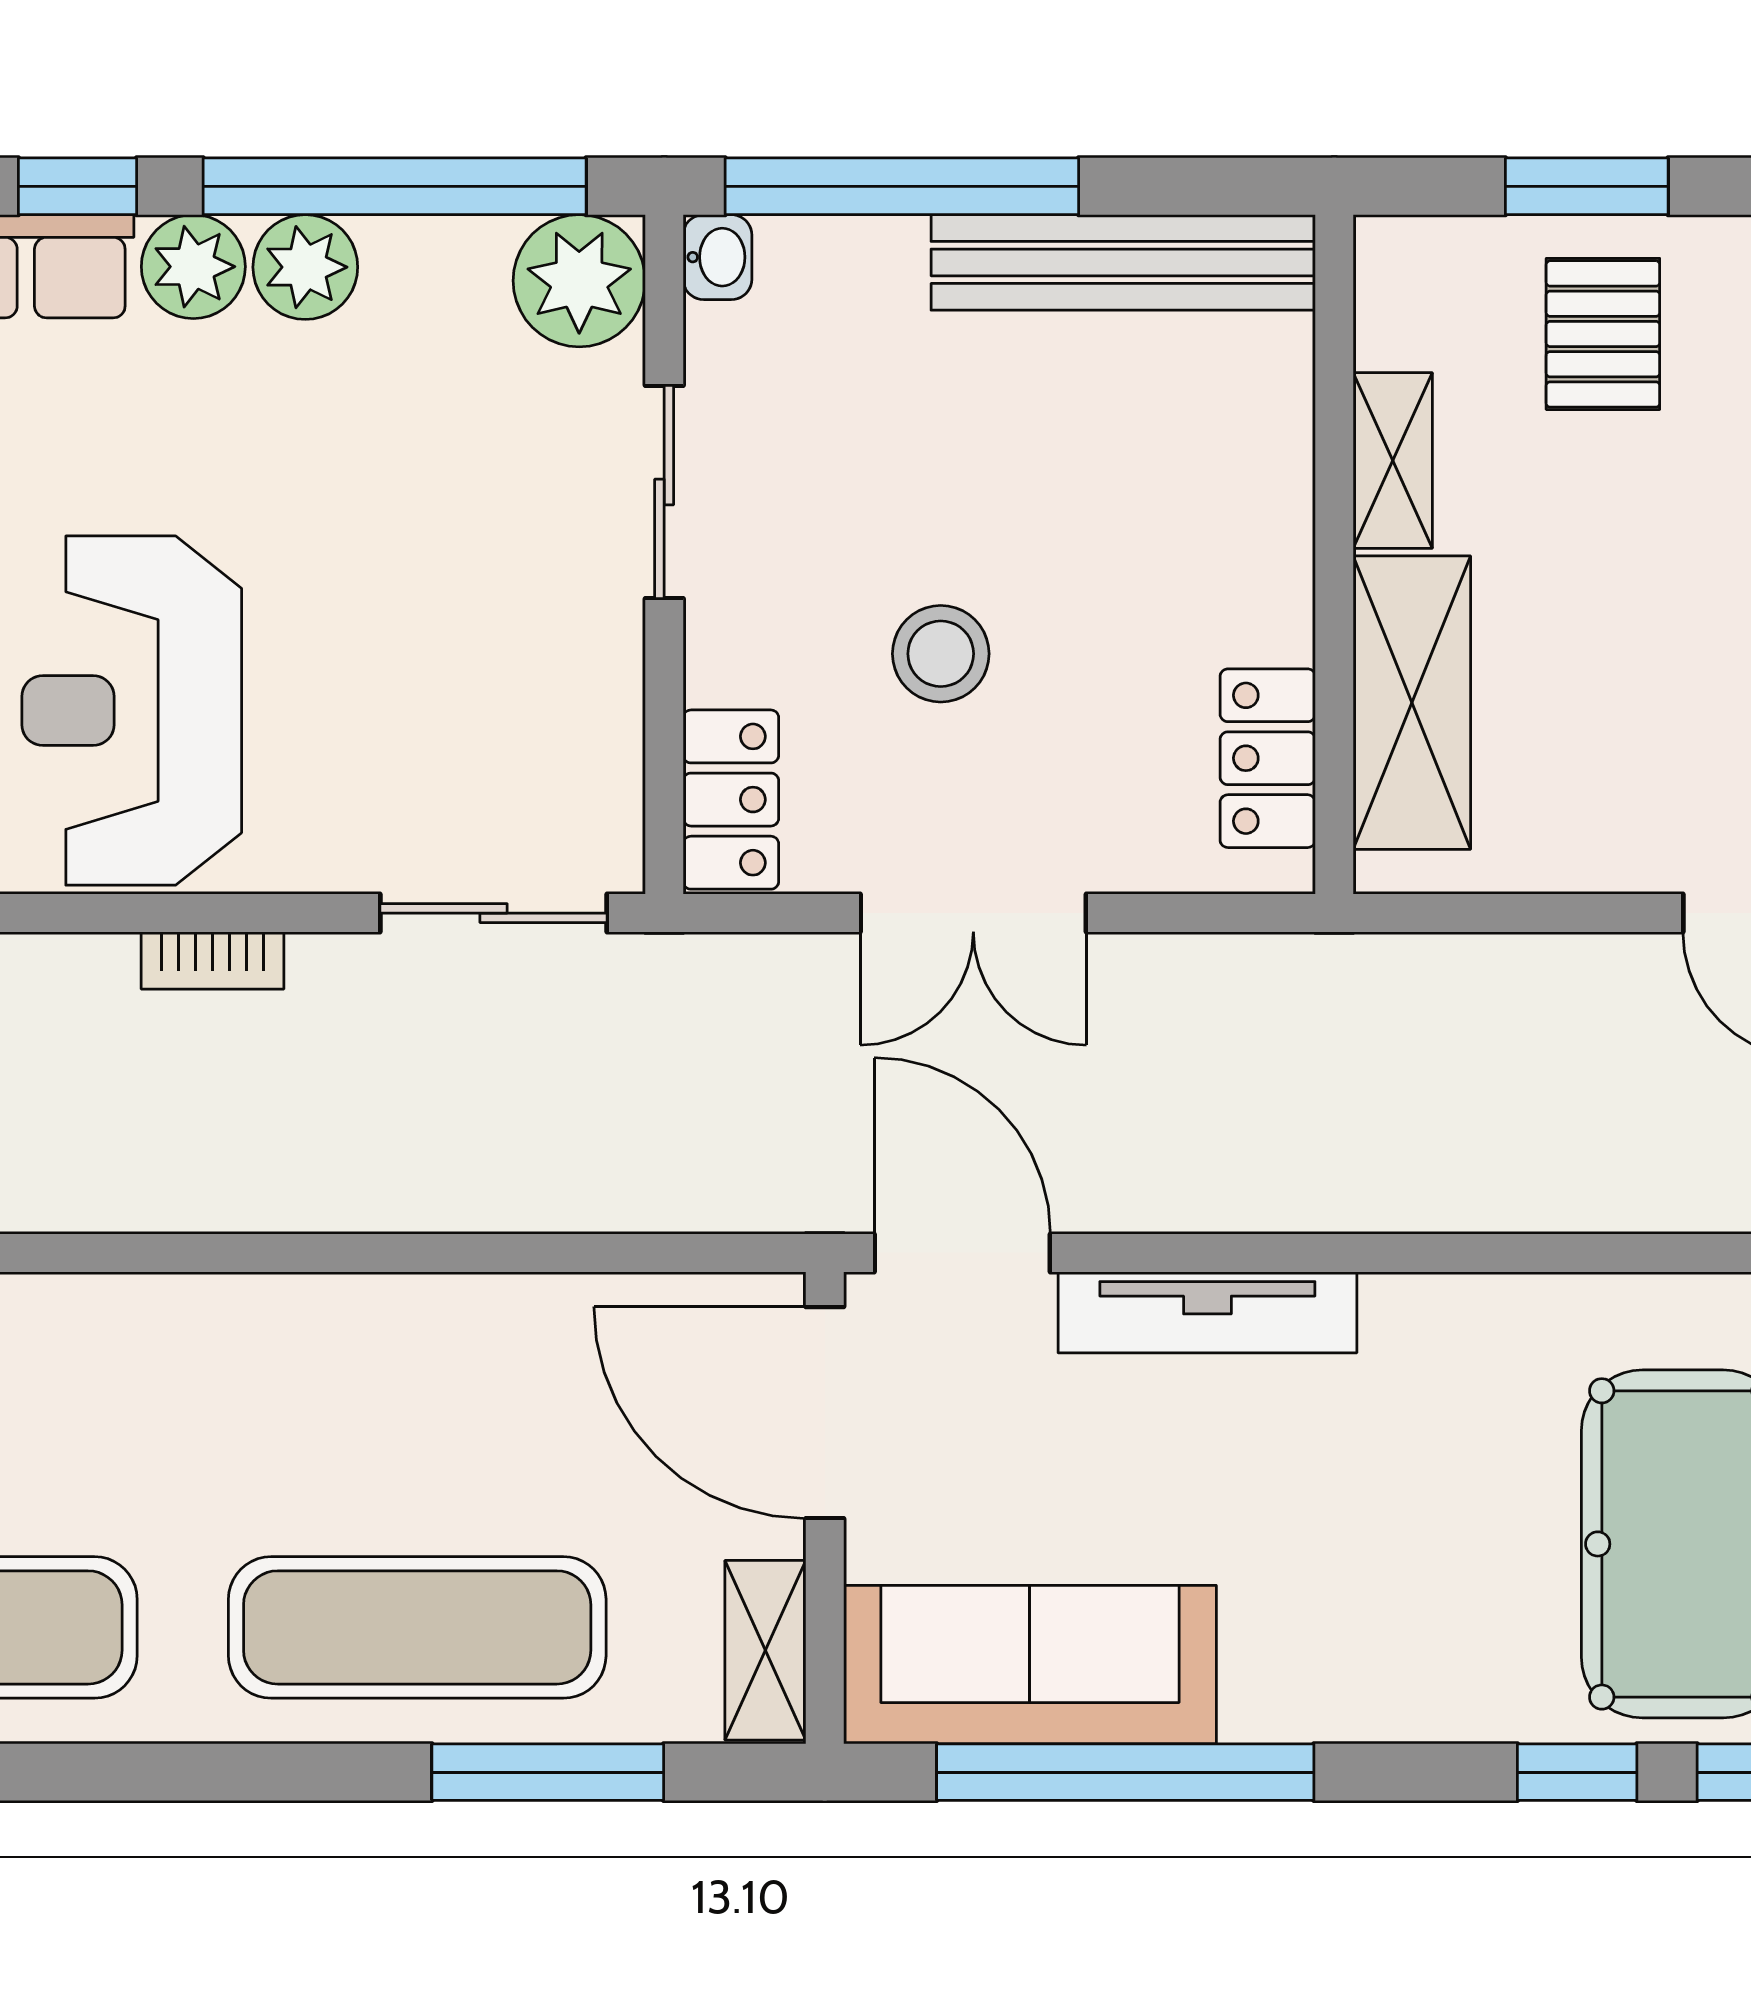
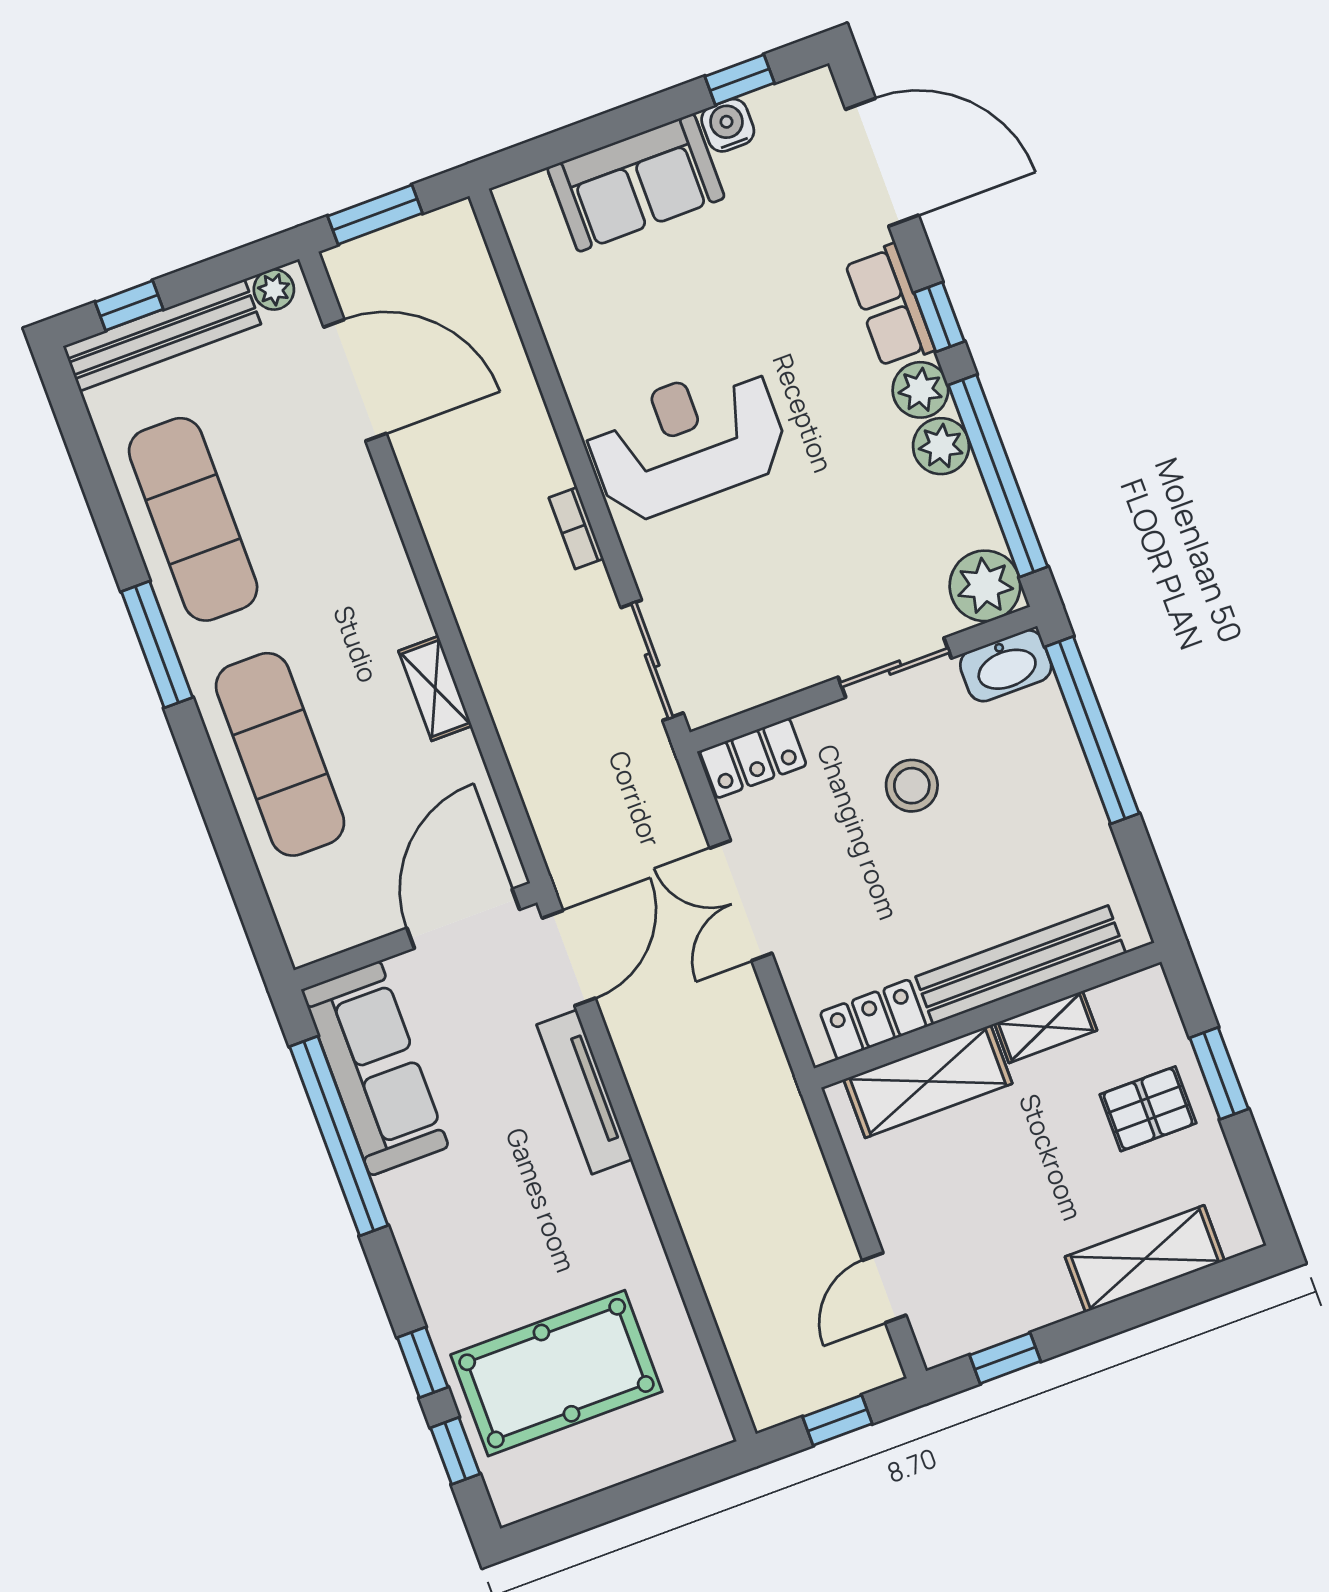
washbasin: (717, 257) -> (1006, 666), width x1.91, depth x1.45
bench: (1123, 262) -> (1021, 965), moved, turned 90
stool: (941, 654) -> (912, 786), moved
shelving: (765, 1650) -> (435, 688), moved, turned 90
window: (548, 1772) -> (157, 644), moved

